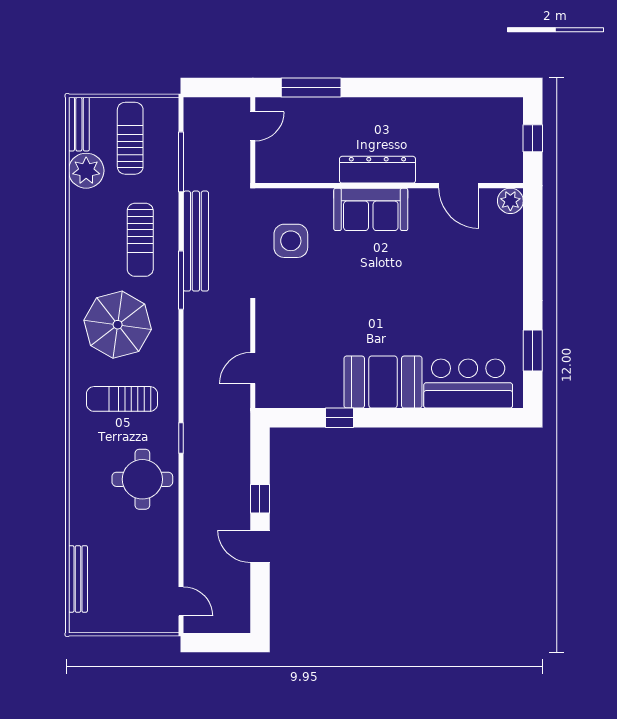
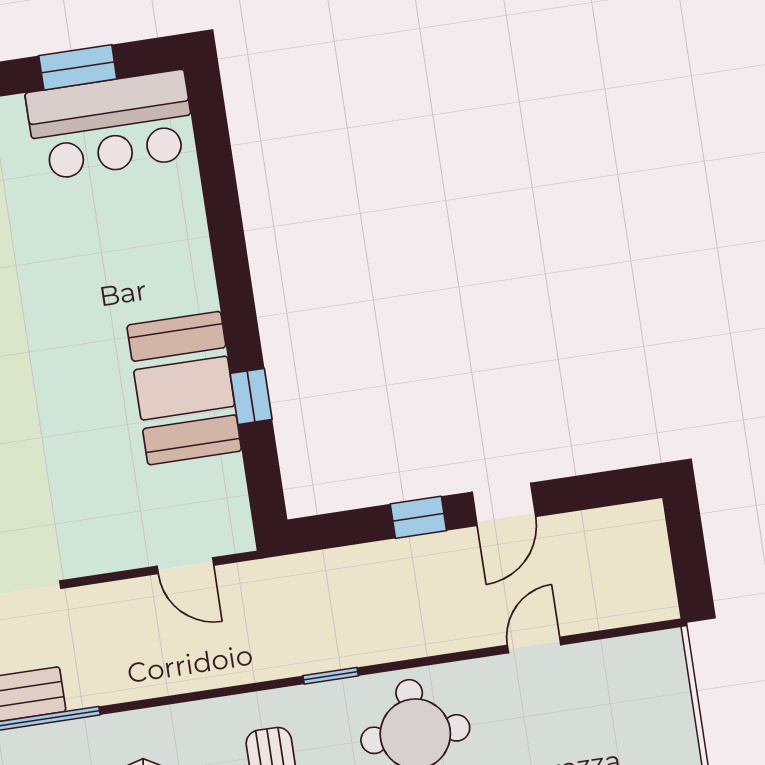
booth: (383, 382) -> (184, 388), moved
bar counter: (468, 384) -> (111, 125), moved, turned -90
door: (181, 601) -> (534, 645), moved

